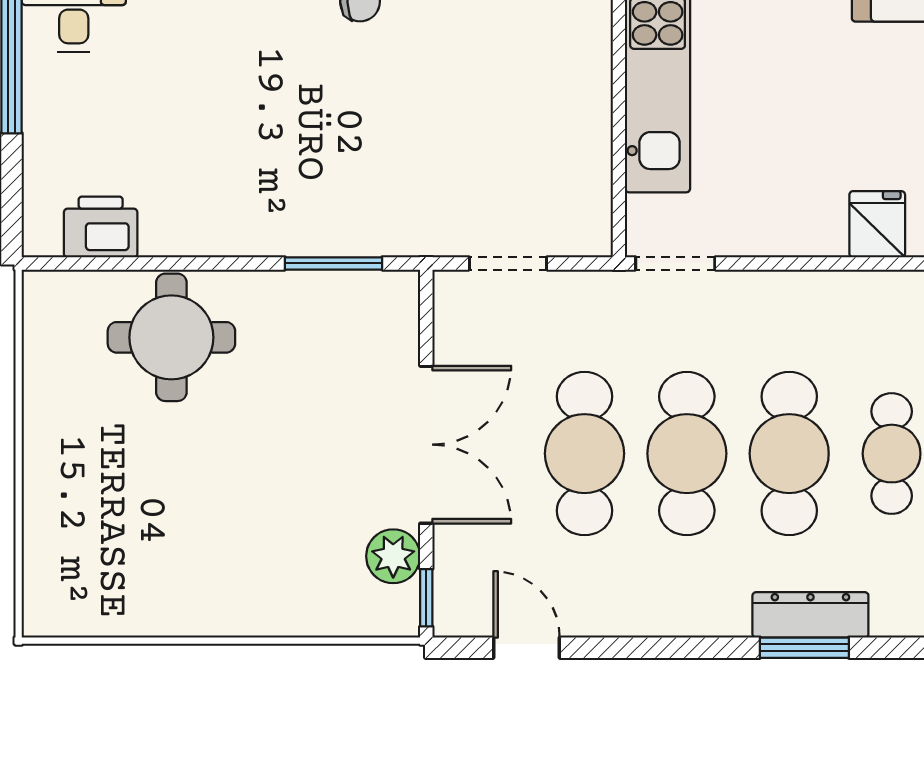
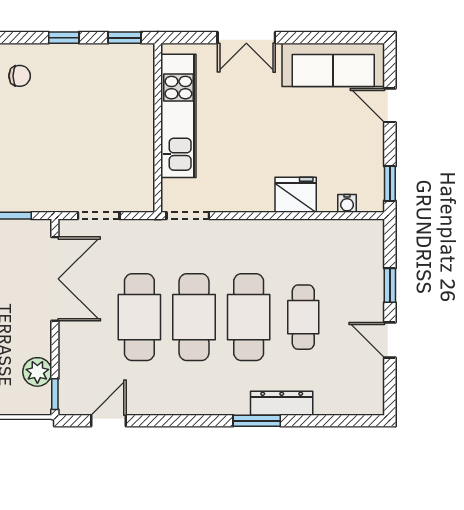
fridge: (877, 224) -> (296, 195), width x1.38
double door: (426, 445) -> (55, 279), moved
dresser: (810, 615) -> (282, 403), moved
door: (527, 648) -> (108, 421), hinge flipped

